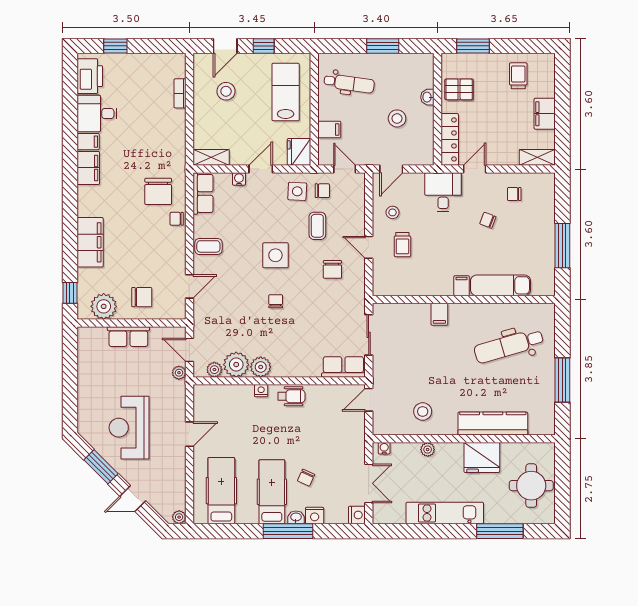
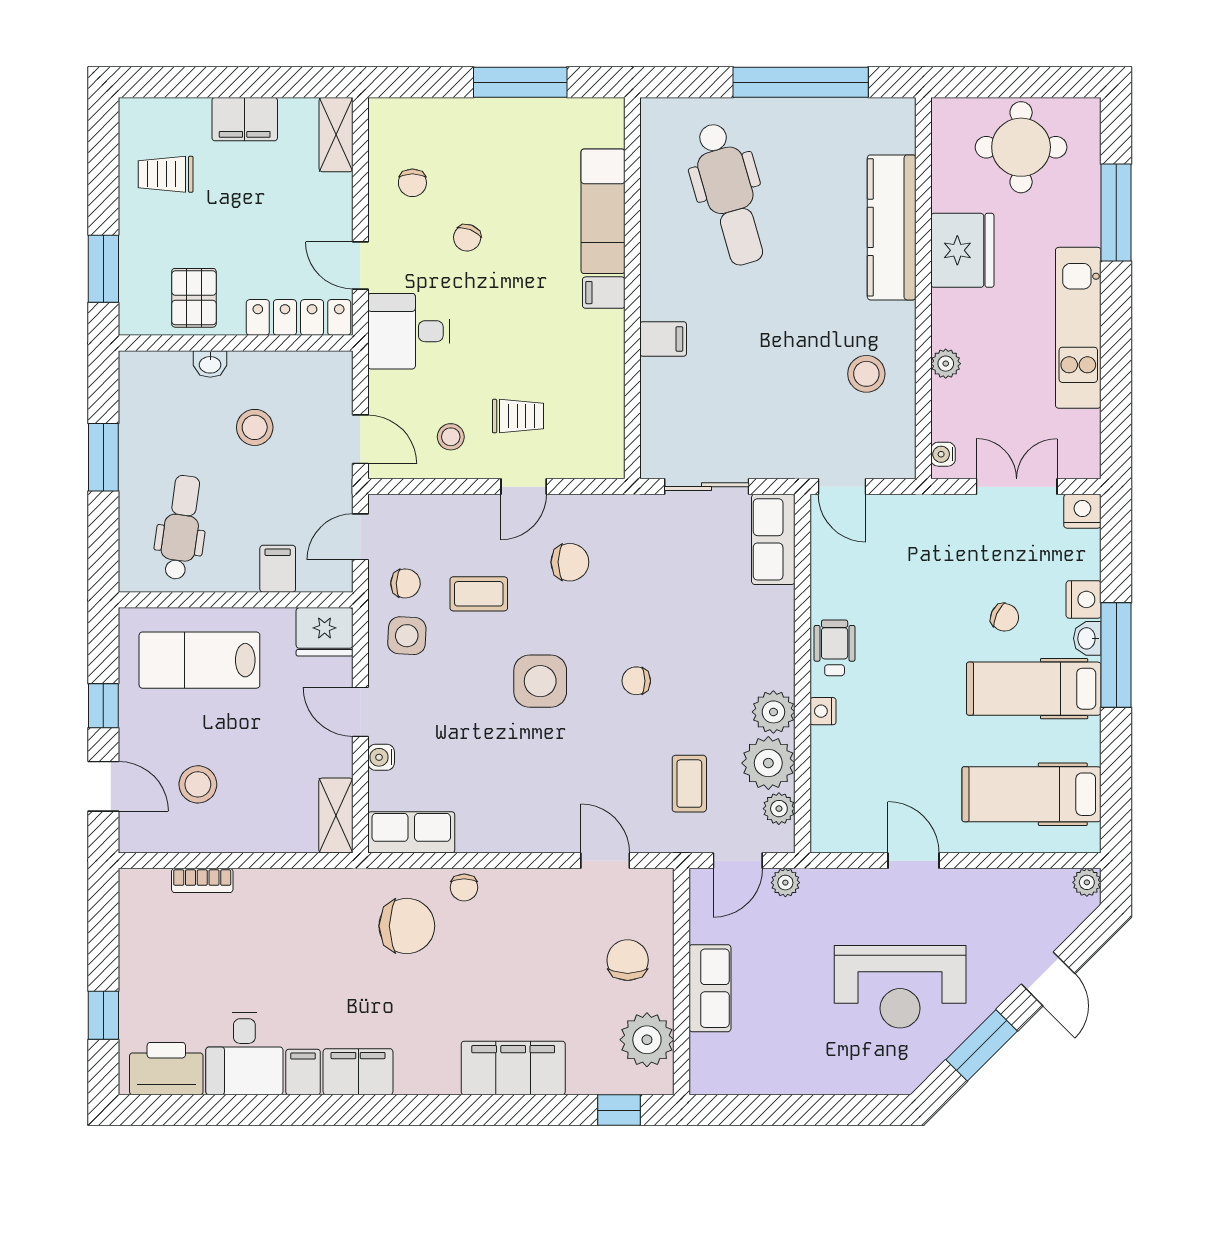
chair: (322, 191) -> (405, 583), turned 92
coffee table: (208, 246) -> (689, 784), moved
window: (562, 380) -> (801, 82), width x1.46

